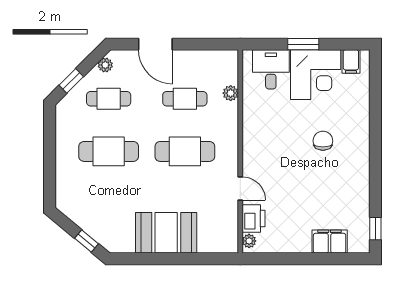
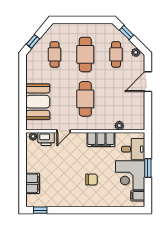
cafe table: (185, 99) -> (55, 54), moved
filing cabinet: (254, 125) -> (101, 139), added
booth: (166, 233) -> (38, 102), moved

